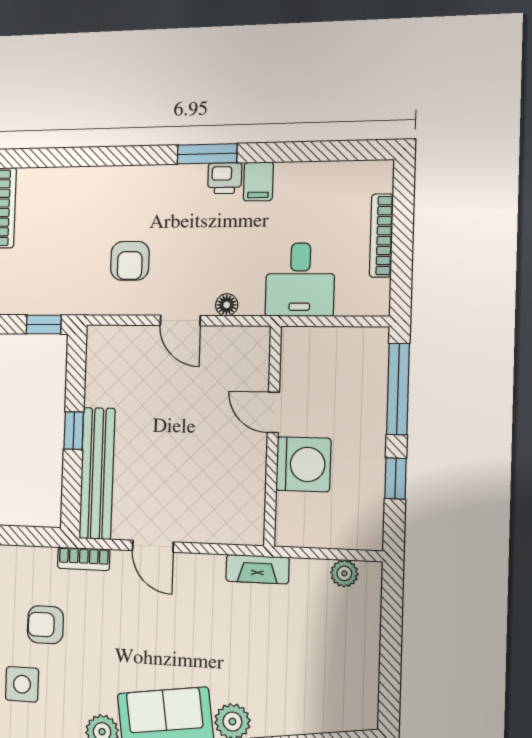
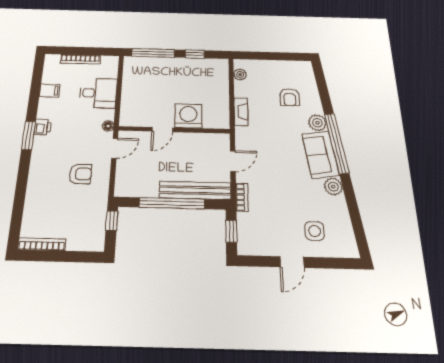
filing cabinet: (258, 181) -> (50, 90), moved
door: (273, 412) -> (162, 130), moved
window: (74, 431) -> (172, 203), width x3.17
wall: (273, 436) -> (174, 130), moved
washing machine: (303, 464) -> (188, 116), moved
window: (23, 536) -> (231, 231), added
armchair: (45, 625) -> (290, 97), moved

